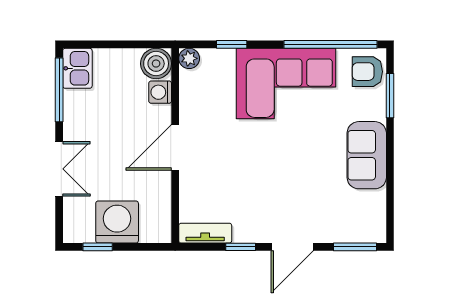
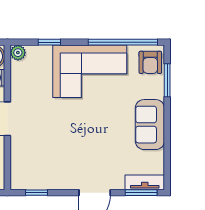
armchair: (367, 72) -> (150, 62), turned -90
tv unit: (205, 233) -> (145, 182), moved
window: (241, 247) -> (37, 193), moved

